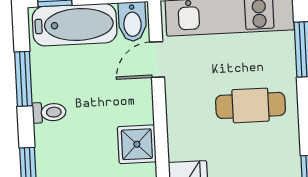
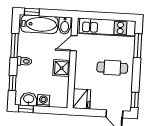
shower: (137, 144) -> (62, 68), moved

